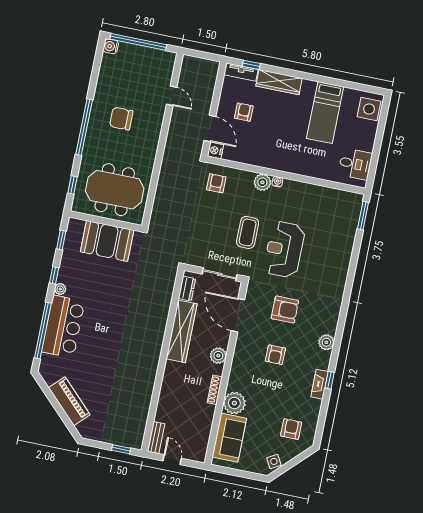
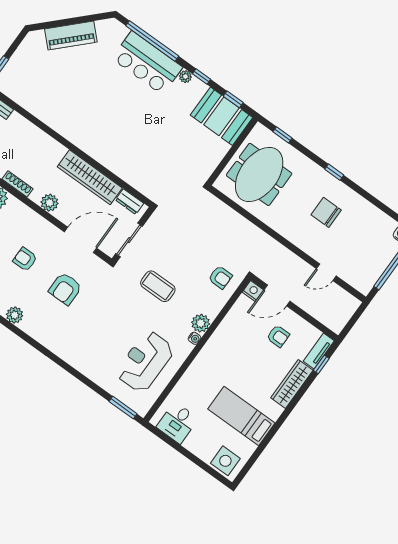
chair: (121, 119) -> (326, 212), turned -90
window: (84, 127) -> (334, 172), width x0.32
booth: (107, 241) -> (221, 116), moved, turned 90
reception desk: (284, 249) -> (145, 362), moved, turned -90

